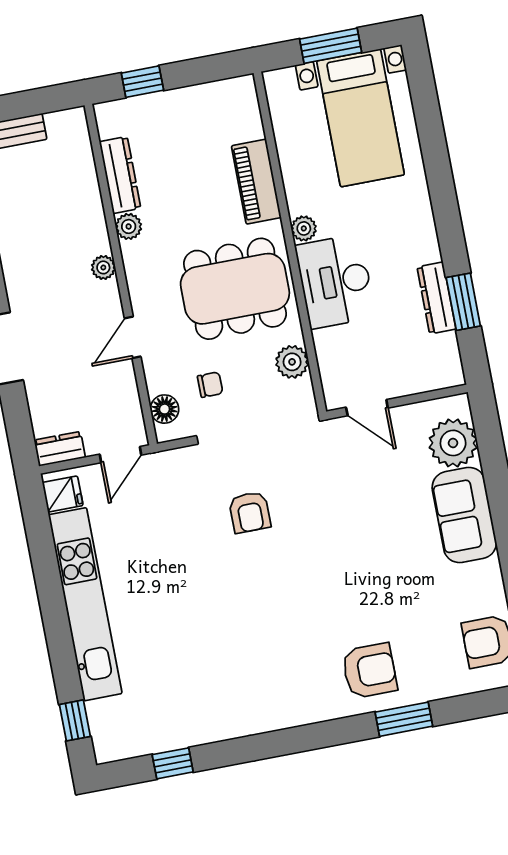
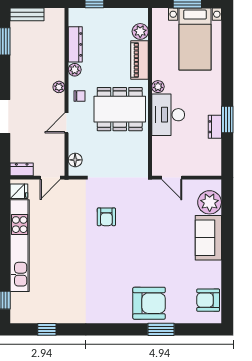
dresser: (436, 298) -> (215, 127), width x0.70
window: (463, 302) -> (227, 119), moved
plant: (292, 362) -> (140, 31), moved
chair: (210, 385) -> (80, 96), moved
armchair: (370, 671) -> (149, 303), width x1.36, depth x1.36

